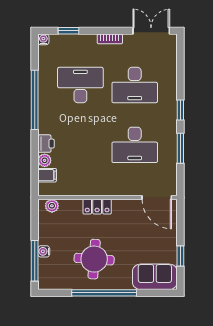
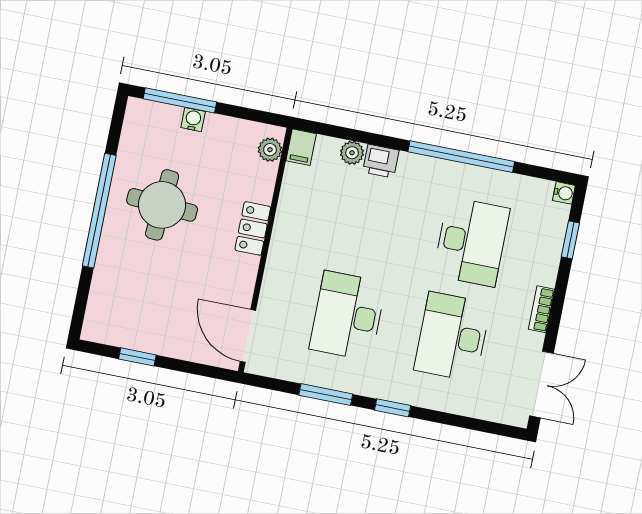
filing cabinet: (47, 175) -> (301, 147), moved
door: (157, 197) -> (248, 336), hinge flipped
sofa: (155, 277) -> (110, 305), removed

